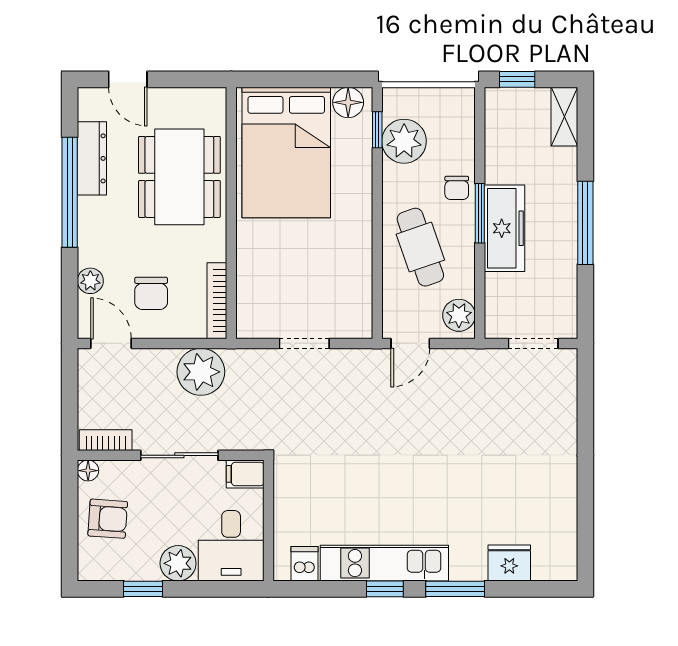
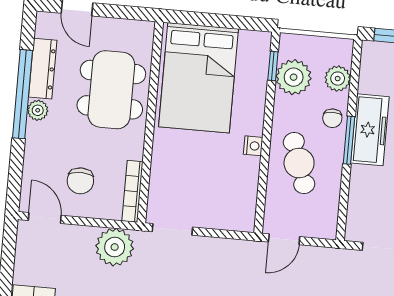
floor lamp: (348, 102) -> (252, 42), removed
freezer: (505, 228) -> (370, 130), moved
nightstand: (361, 231) -> (253, 146), added
plant: (90, 281) -> (38, 110), moved
plant: (459, 315) -> (338, 79), moved
doorway: (304, 343) -> (172, 229), moved

